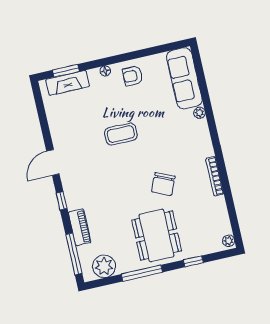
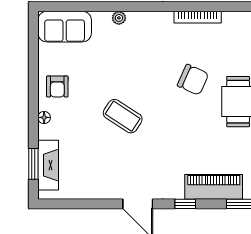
sofa: (184, 78) -> (65, 27), width x0.73
coffee table: (121, 134) -> (123, 116), turned -57
piano: (80, 227) -> (214, 187), width x1.37, depth x1.33

